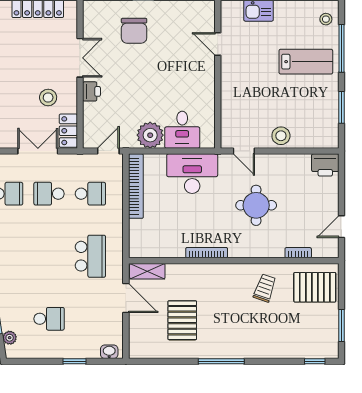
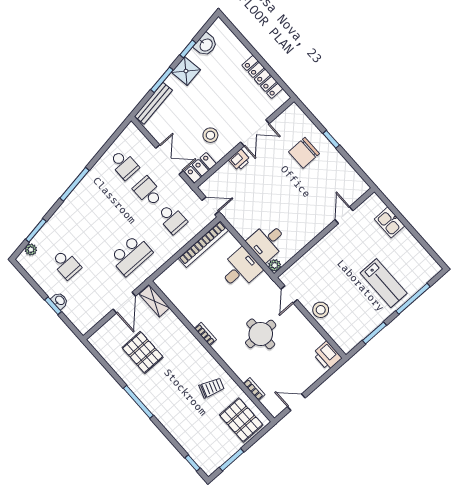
stool: (326, 19) -> (423, 271), removed
plant: (150, 135) -> (275, 265), moved, width x0.53, depth x0.53
desk: (192, 174) -> (240, 269), width x0.73
bookcase: (207, 253) -> (205, 334), width x0.64
pallet: (182, 320) -> (143, 352), turned 90
washbasin: (109, 352) -> (60, 301), moved

